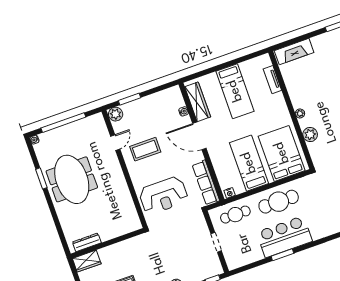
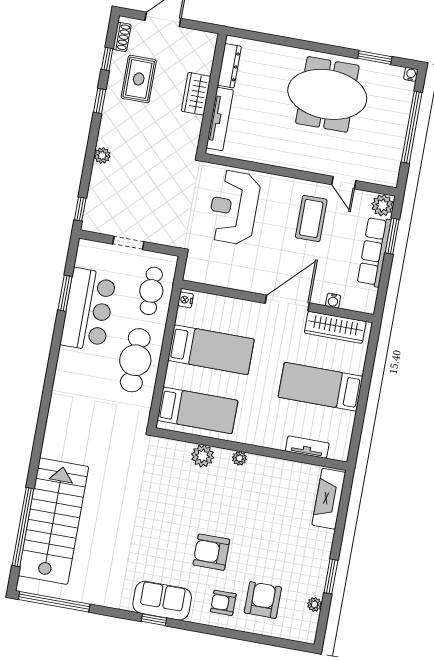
bed: (282, 153) -> (197, 410), width x0.67
window: (41, 178) -> (375, 57), moved
row of seats: (206, 183) -> (374, 252), moved, turned -90
tv unit: (119, 231) -> (220, 119), added
bar counter: (284, 237) -> (88, 310), moved
window: (282, 255) -> (65, 293), moved
wardrobe: (87, 261) -> (196, 94), moved

